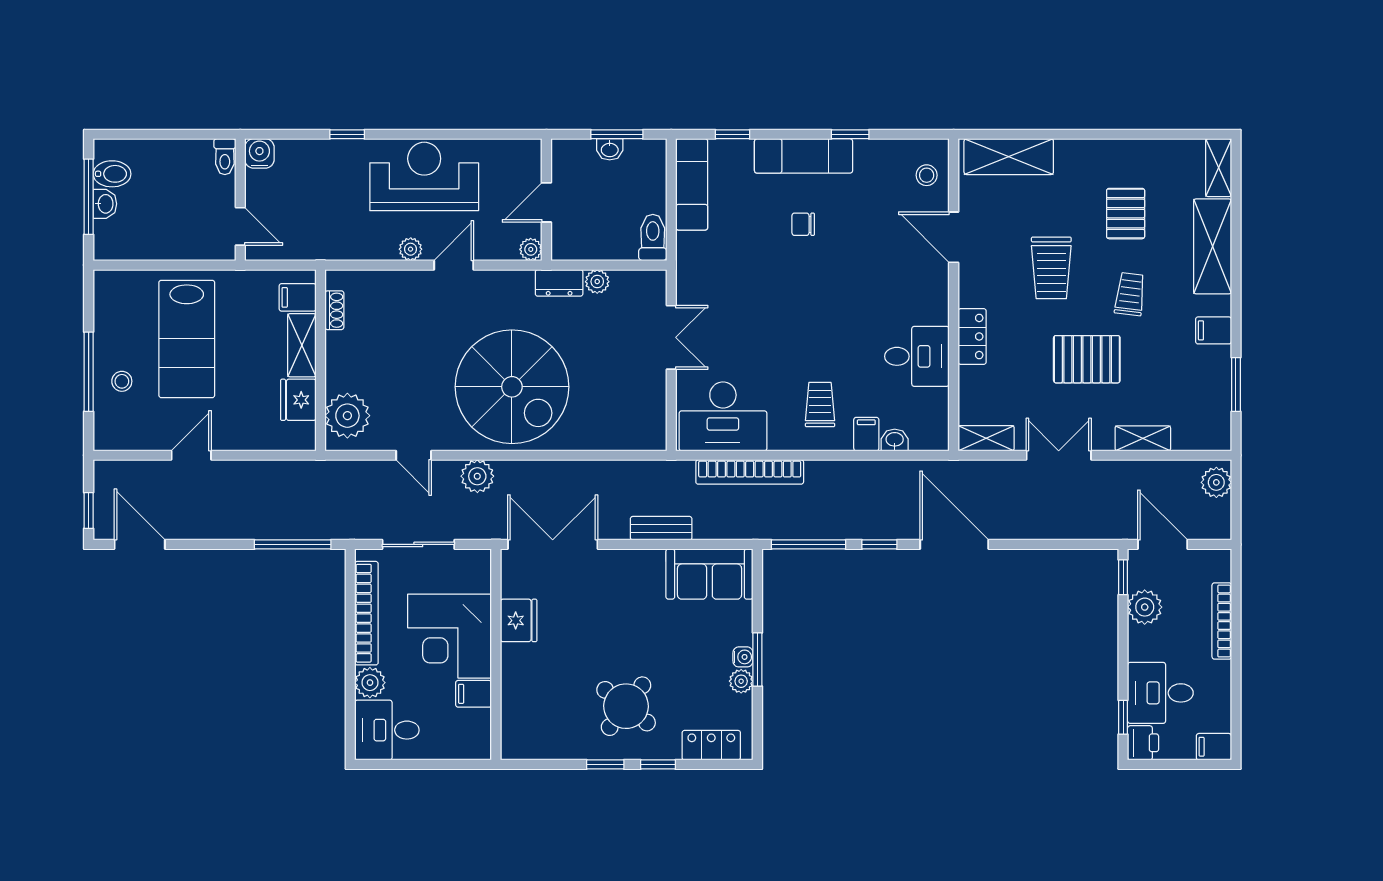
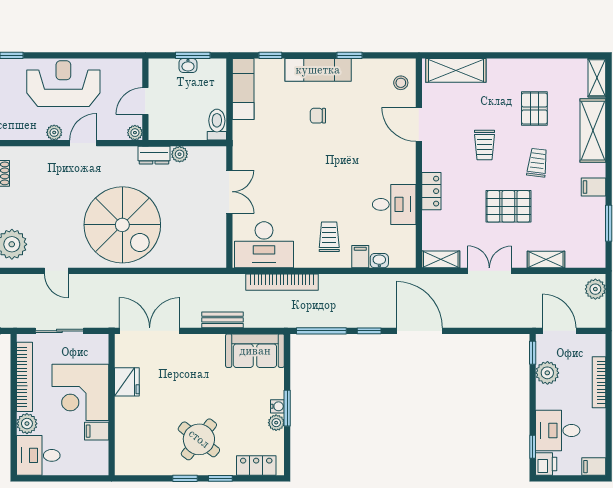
trolley: (1051, 268) -> (485, 145), width x0.73, depth x0.72
plant: (477, 476) -> (99, 285), removed

